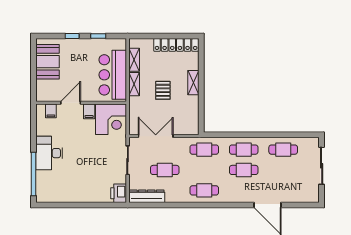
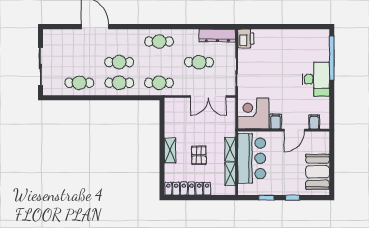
pallet: (163, 90) -> (199, 155), moved

